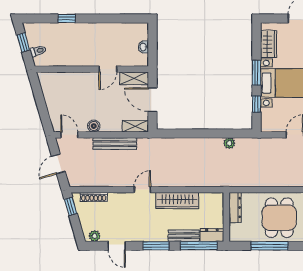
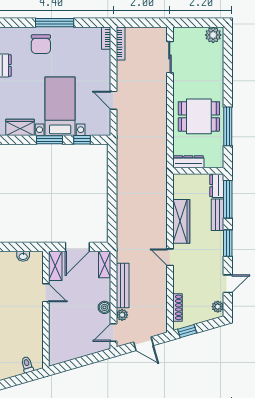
window: (23, 42) -> (18, 380), removed
plant: (229, 143) -> (122, 315), moved

